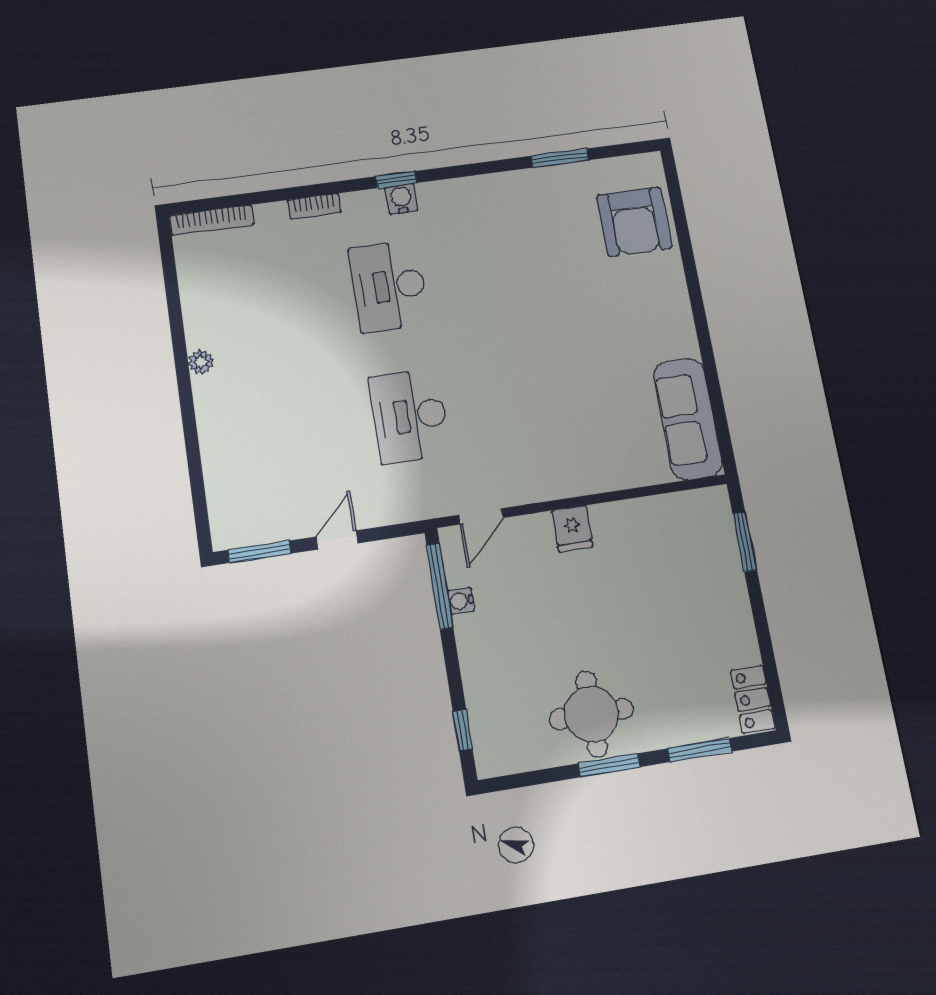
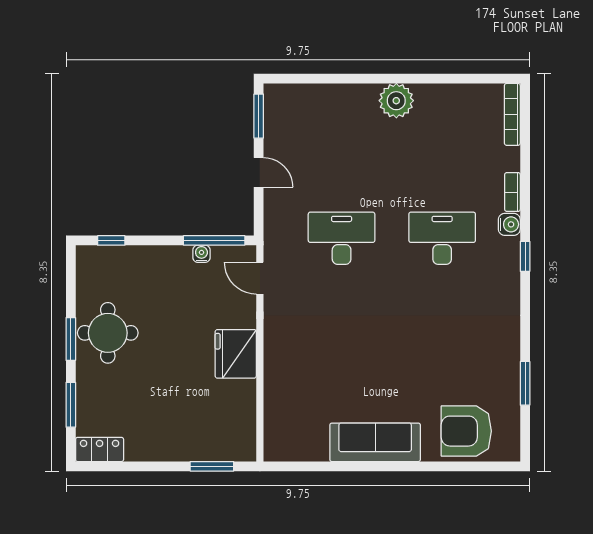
water cooler: (401, 199) -> (509, 224), moved
plant: (201, 362) -> (396, 101), width x1.88, depth x1.88
sofa: (688, 419) -> (375, 442), moved
fridge: (572, 529) -> (236, 354), width x1.88, depth x1.34

